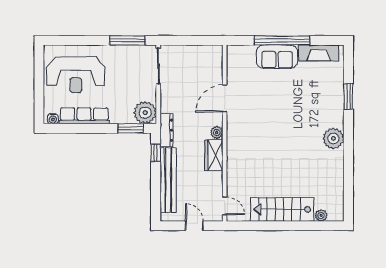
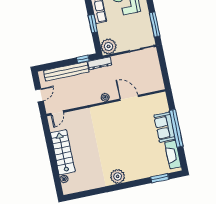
window: (348, 96) -> (160, 178), moved
window: (131, 128) -> (93, 24), moved
wardrobe: (214, 155) -> (90, 99), removed

